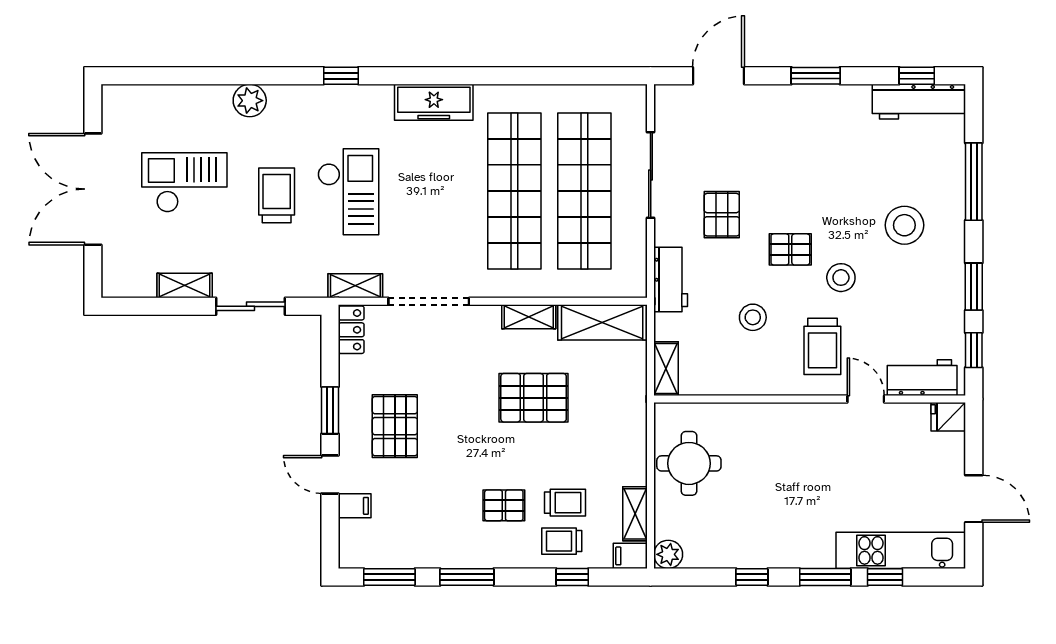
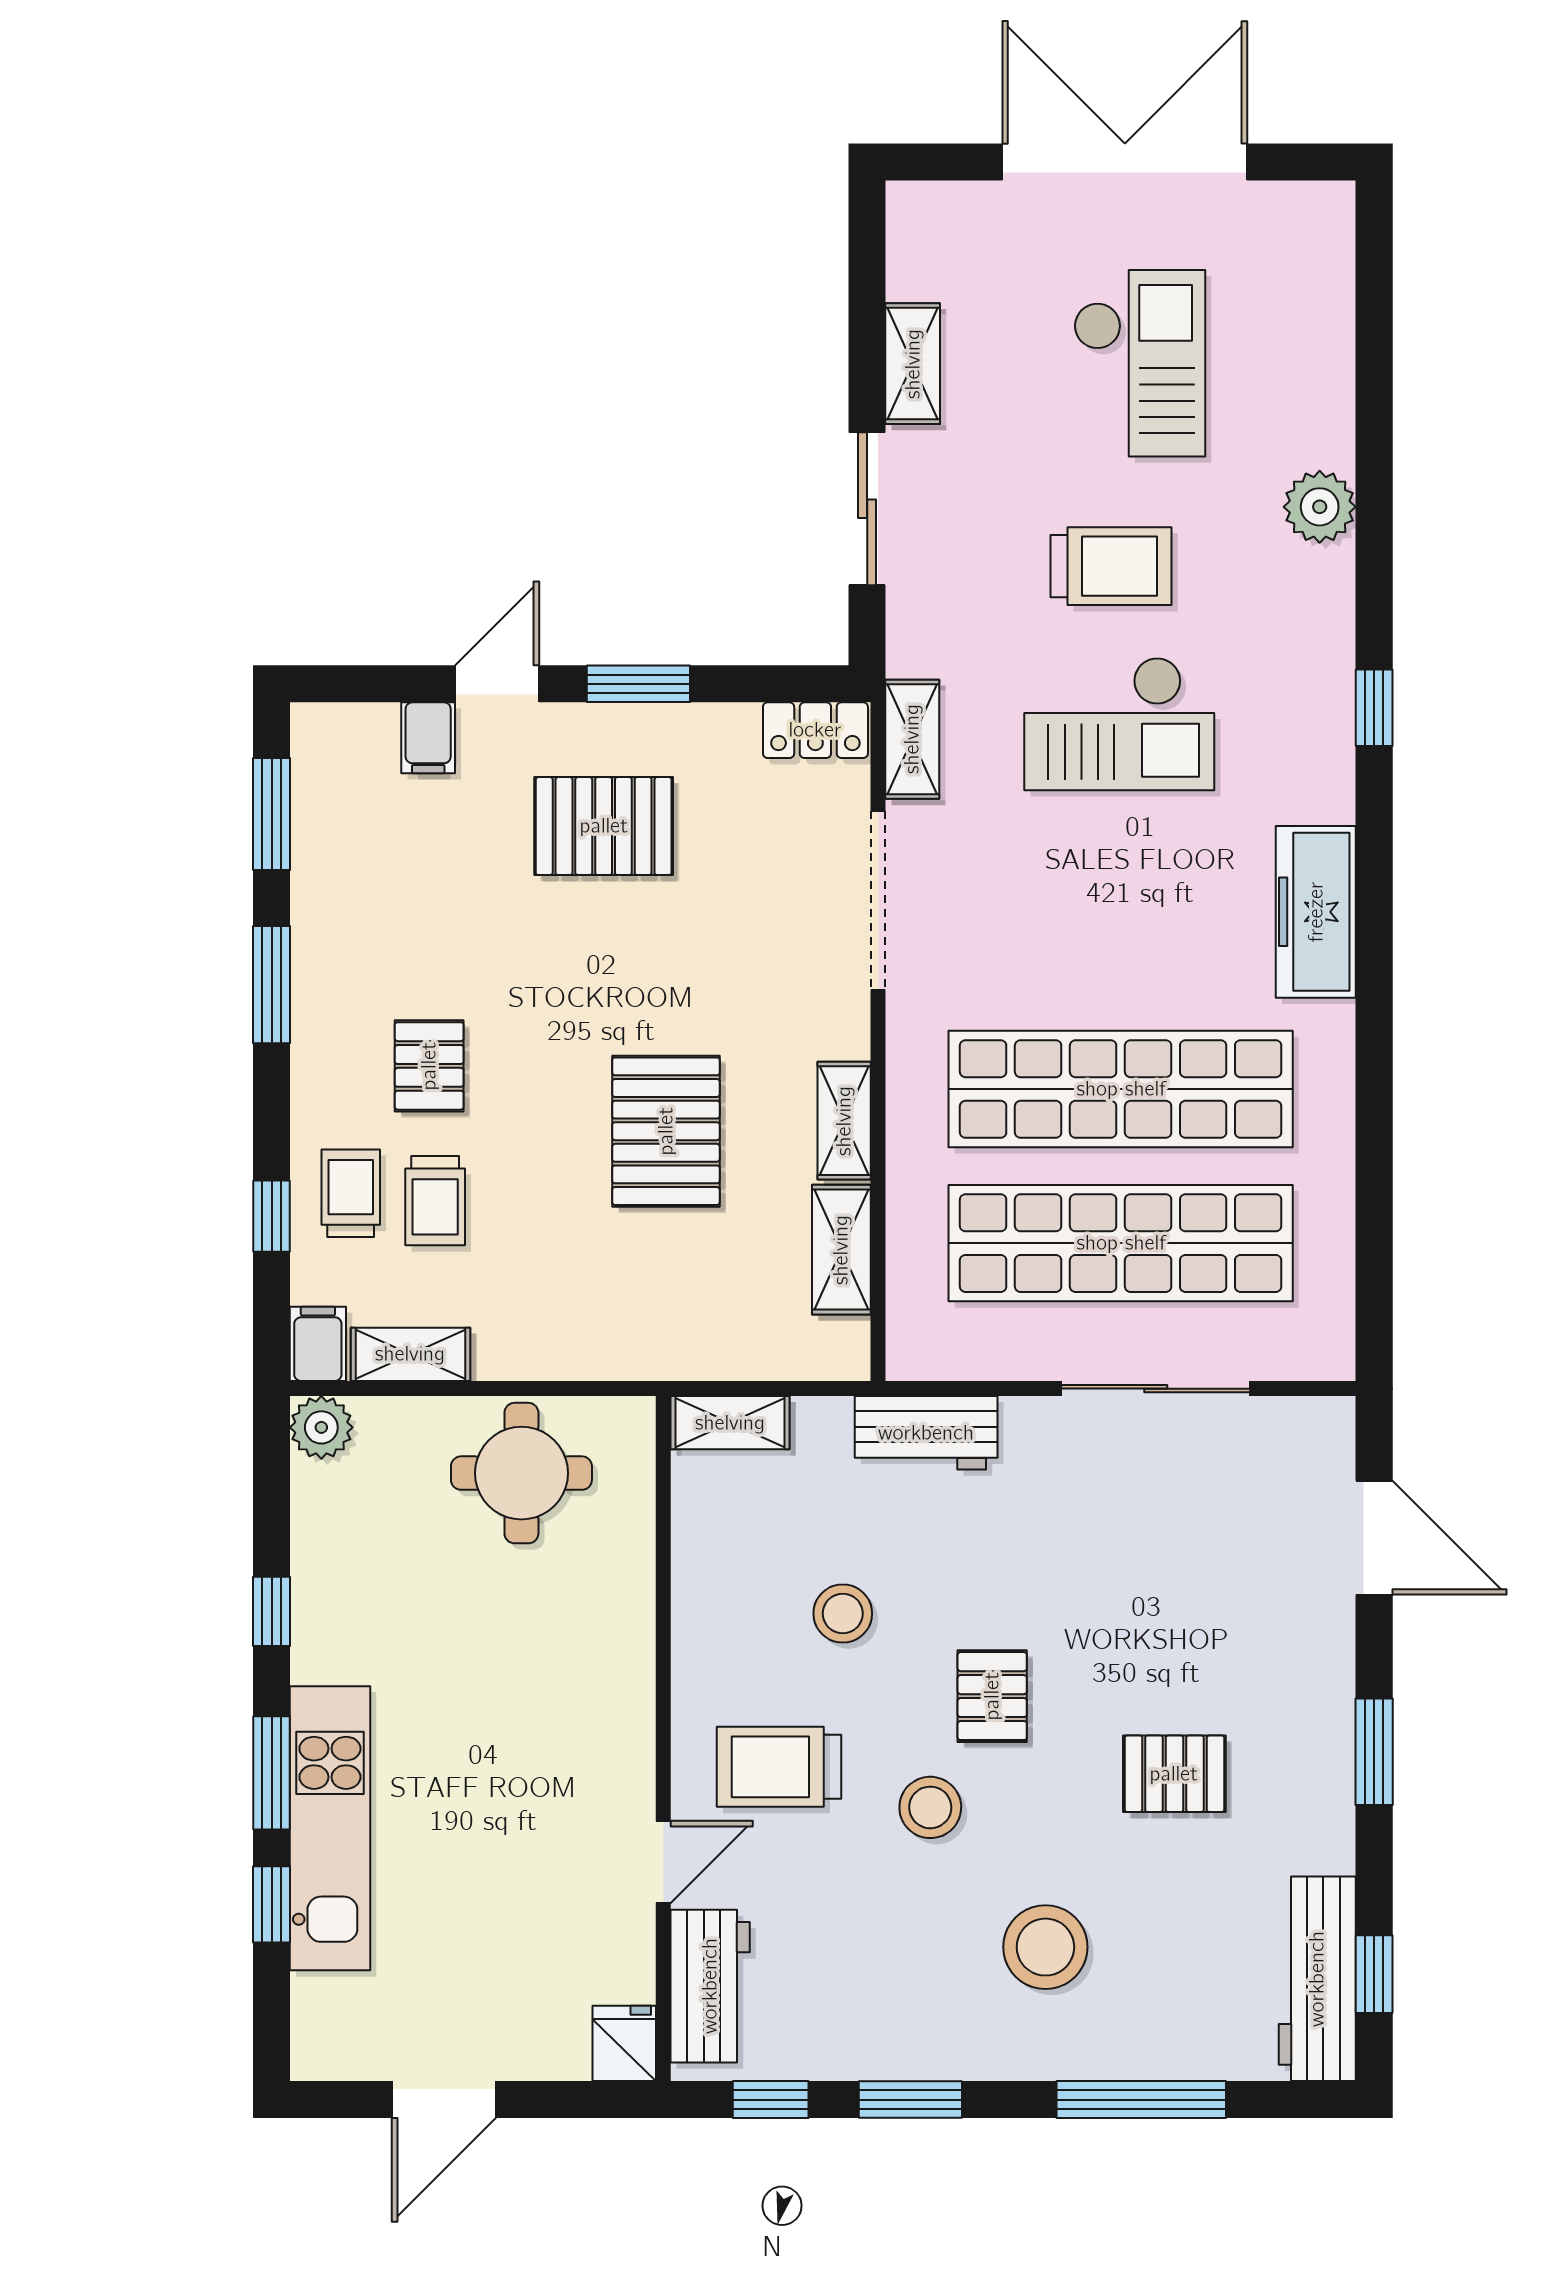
pallet: (722, 215) -> (1174, 1774), moved
shelving: (602, 322) -> (841, 1250), width x0.67, depth x0.75
kitchen unit: (901, 550) -> (330, 1828), moved

